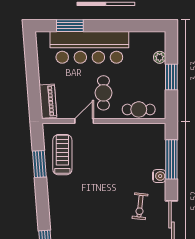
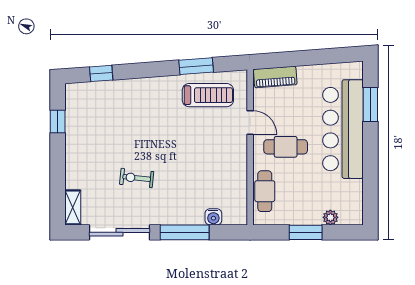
window: (171, 159) -> (185, 232), moved
water cooler: (159, 176) -> (213, 217), moved
exercise bike: (140, 206) -> (137, 178), moved

